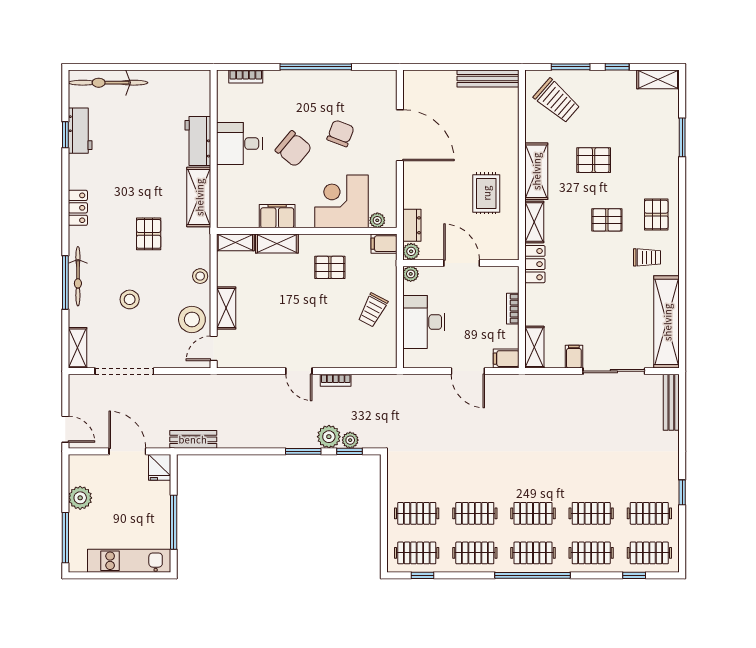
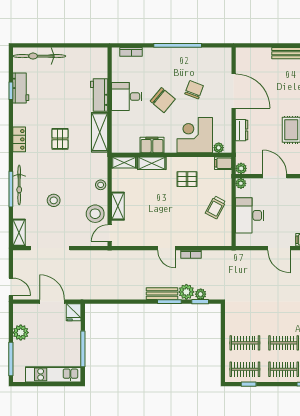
dresser: (412, 225) -> (242, 130), moved
pallet: (149, 234) -> (60, 139), moved
bench: (193, 439) -> (162, 294), moved

